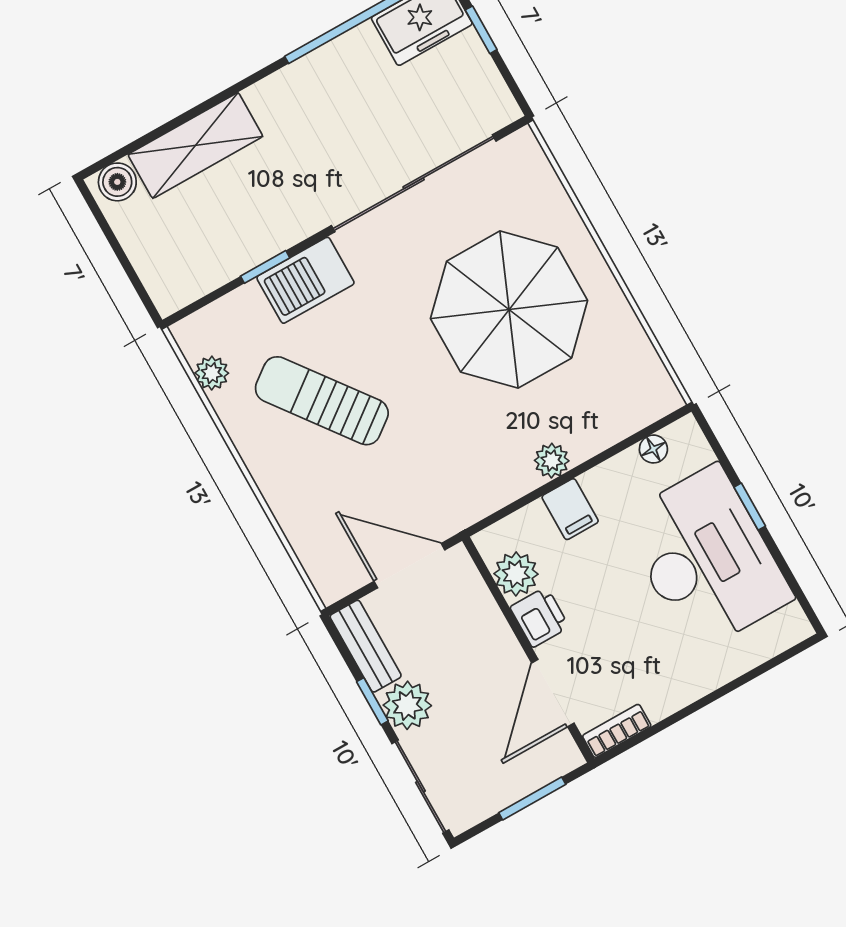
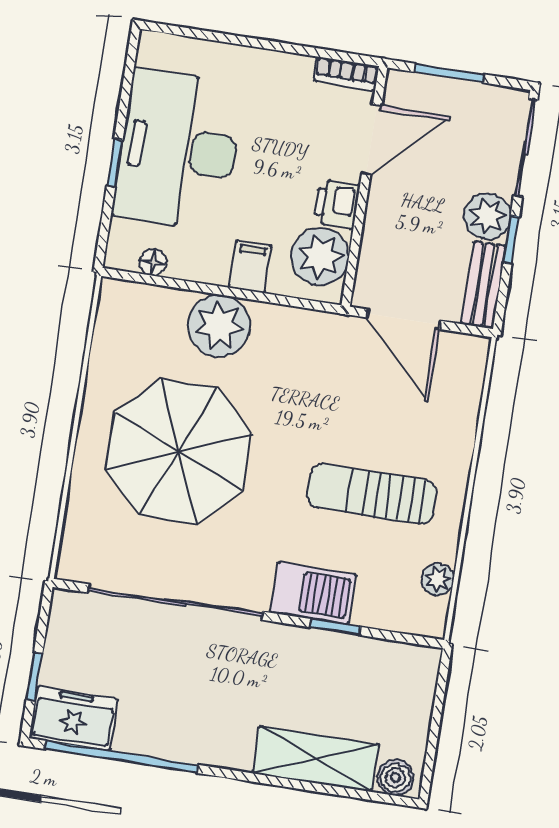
sun lounger: (322, 401) -> (372, 494), turned 127
plant: (552, 461) -> (219, 326), width x1.87, depth x1.87
plant: (516, 574) -> (320, 257), width x1.36, depth x1.36

